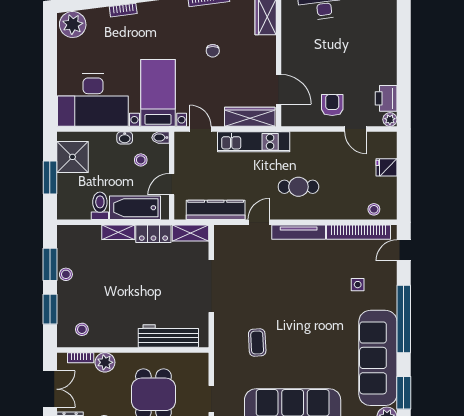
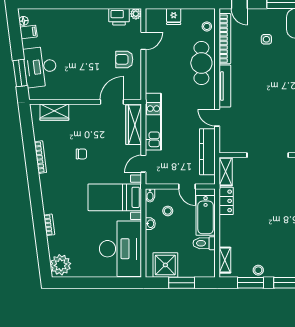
cafe table: (298, 187) -> (201, 63), moved, width x1.37, depth x1.35
shelving: (118, 232) -> (225, 260), moved

